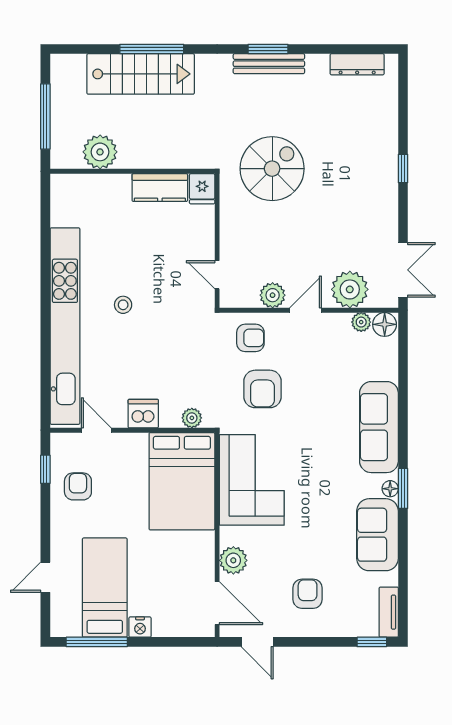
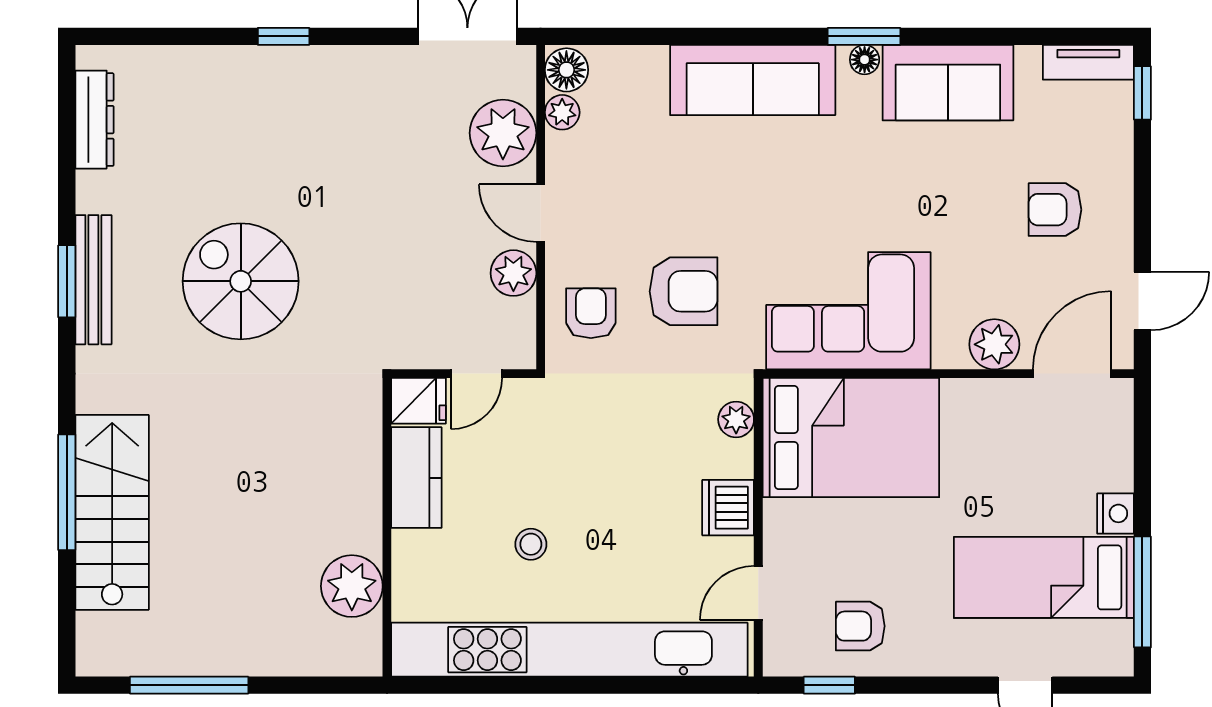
plant: (100, 152) -> (352, 586), moved
spiral stairs: (272, 169) -> (241, 281), moved
wall: (132, 171) -> (387, 527), moved
kitchen counter: (160, 188) -> (416, 478), moved
fridge: (202, 189) -> (419, 401), moved

